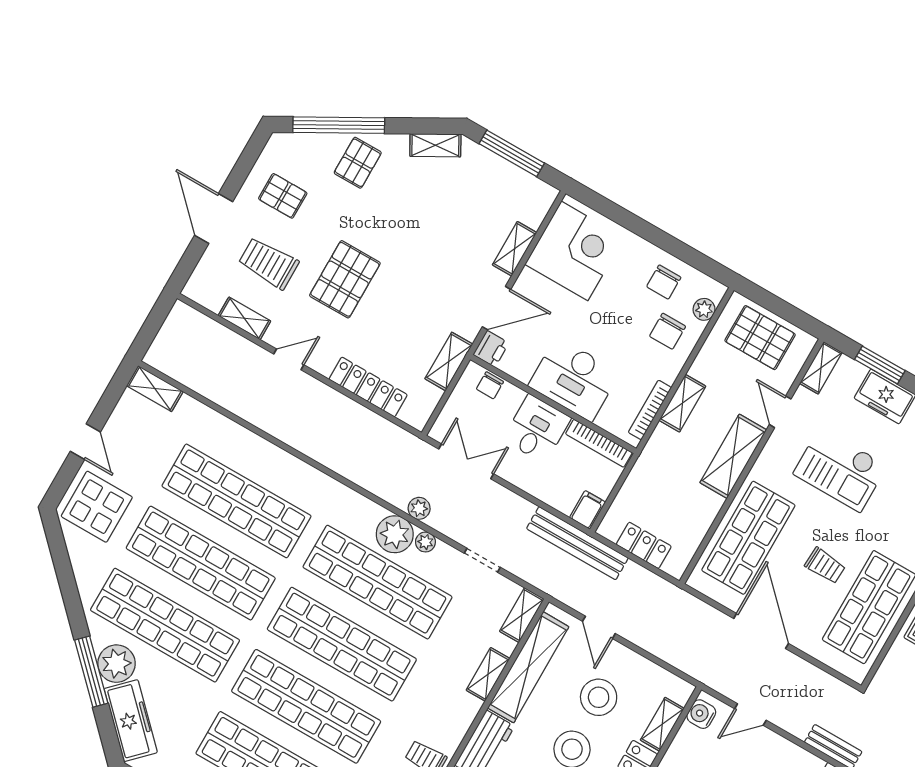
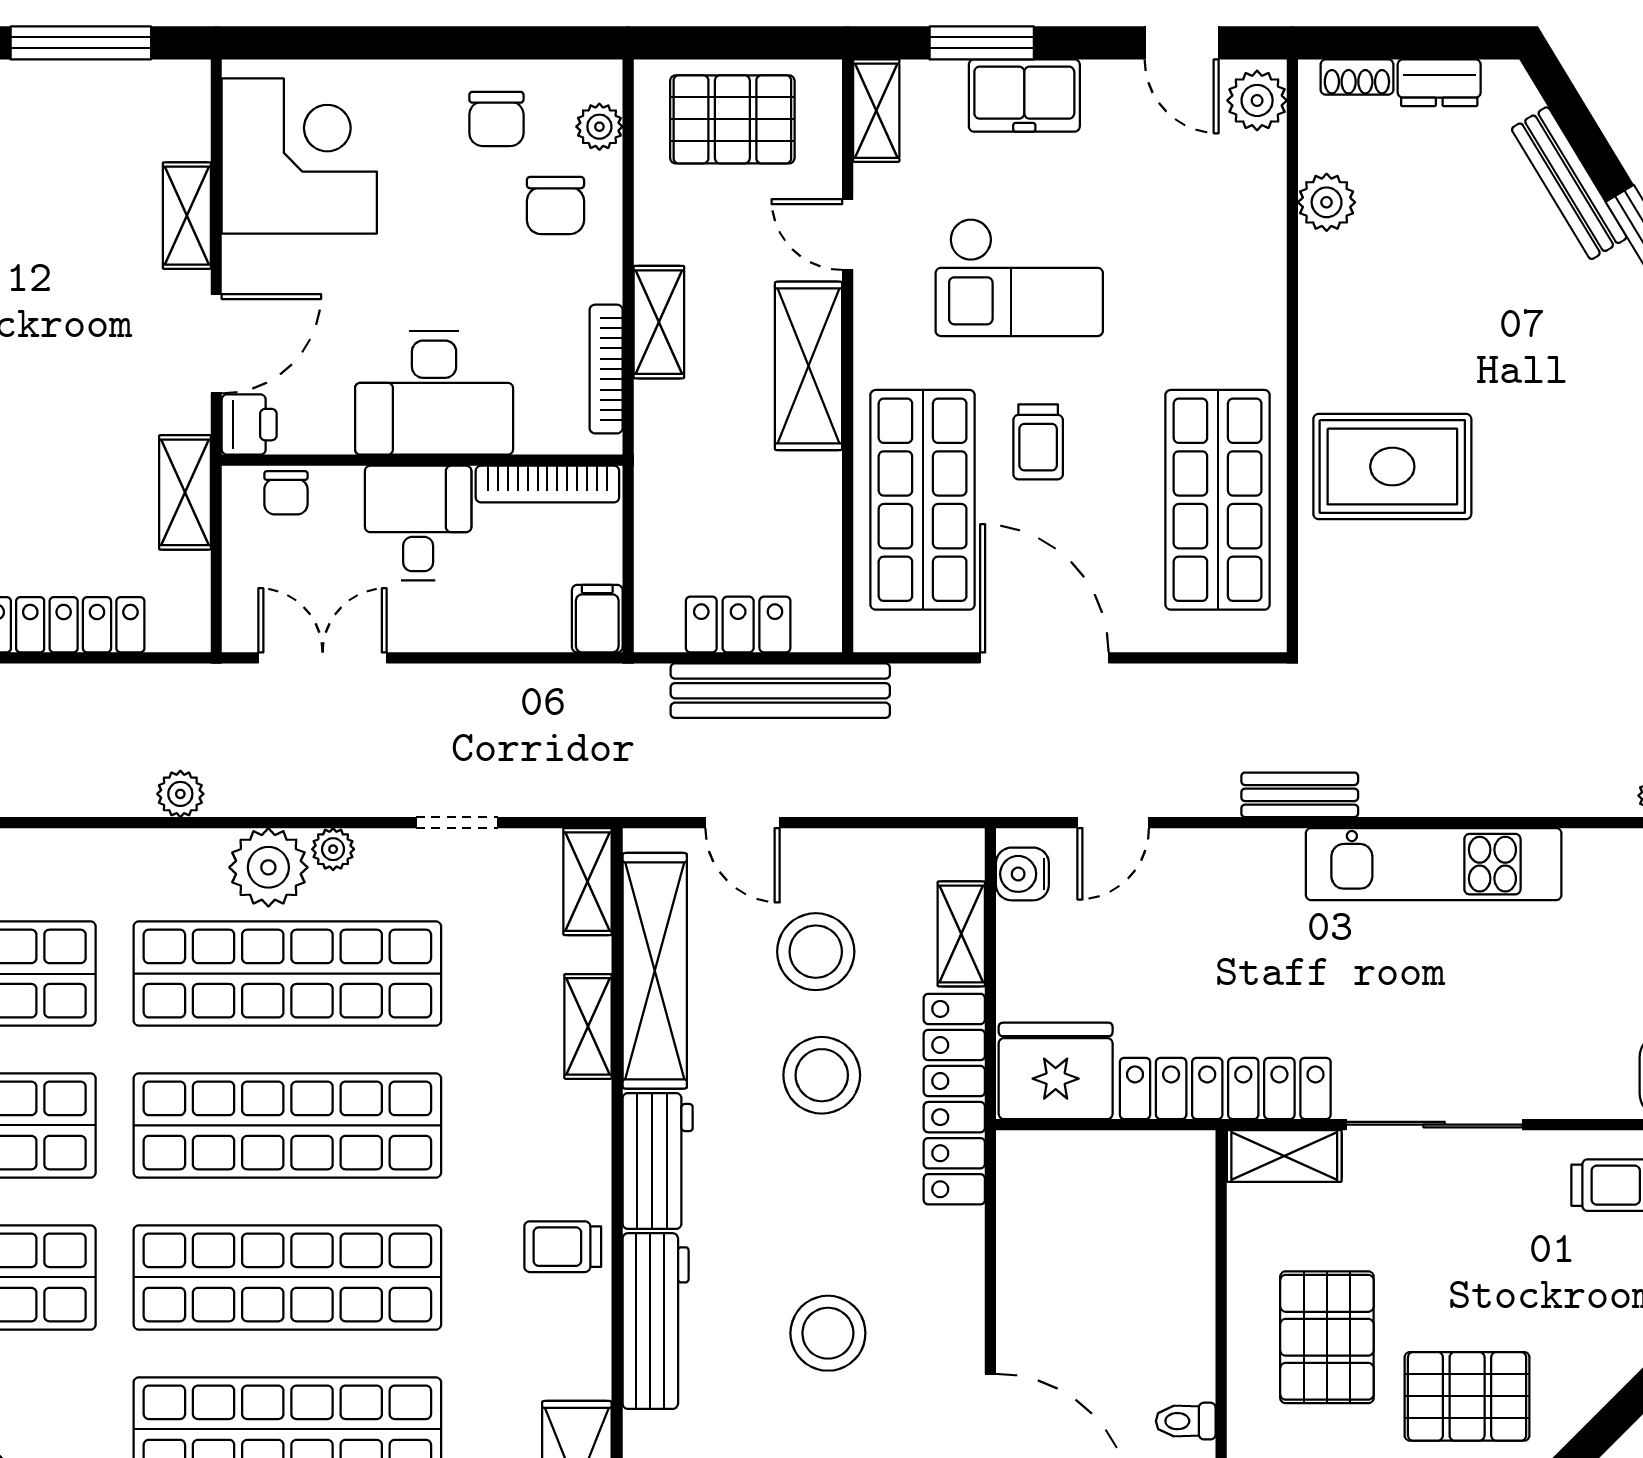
plant: (419, 508) -> (180, 794), moved
bench: (577, 543) -> (780, 691), moved
trolley: (825, 566) -> (1038, 442), moved, turned 87

